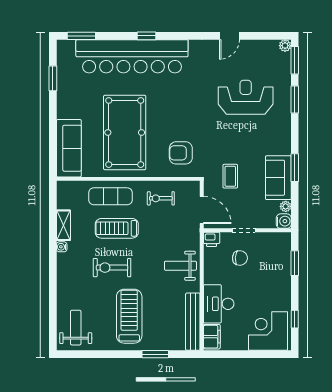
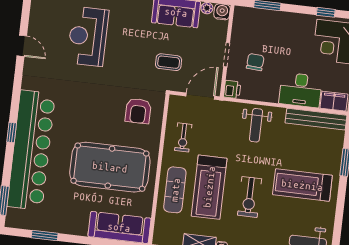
treadmill: (117, 228) -> (209, 187), width x1.37, depth x1.38

